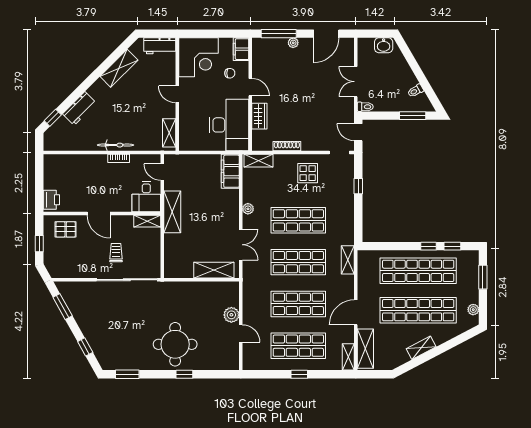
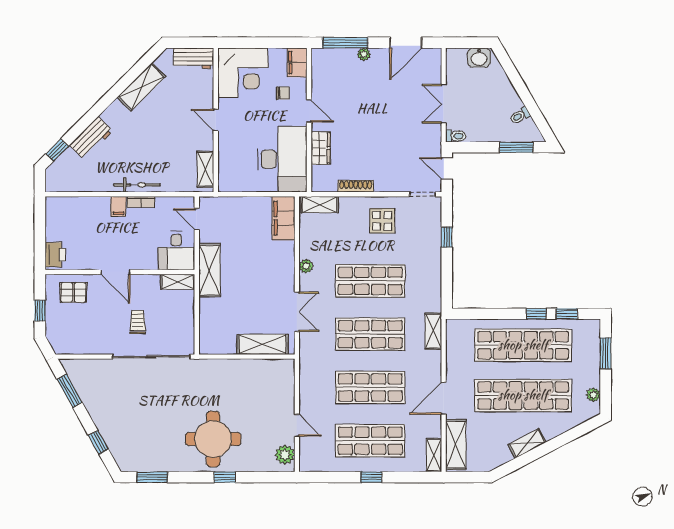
filing cabinet: (101, 162) -> (118, 206), added
plant: (231, 315) -> (285, 455), moved

